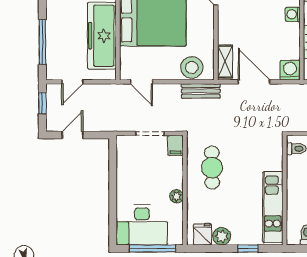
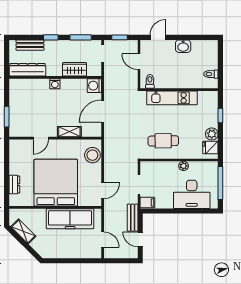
window: (42, 42) -> (74, 261), removed
shelving: (225, 62) -> (69, 132), moved
bench: (201, 91) -> (133, 218), moved
window: (42, 103) -> (118, 261), removed
filing cabinet: (176, 145) -> (147, 203), moved
kitchen unit: (273, 207) -> (172, 98), moved
desk: (142, 225) -> (192, 194), moved, turned 90

